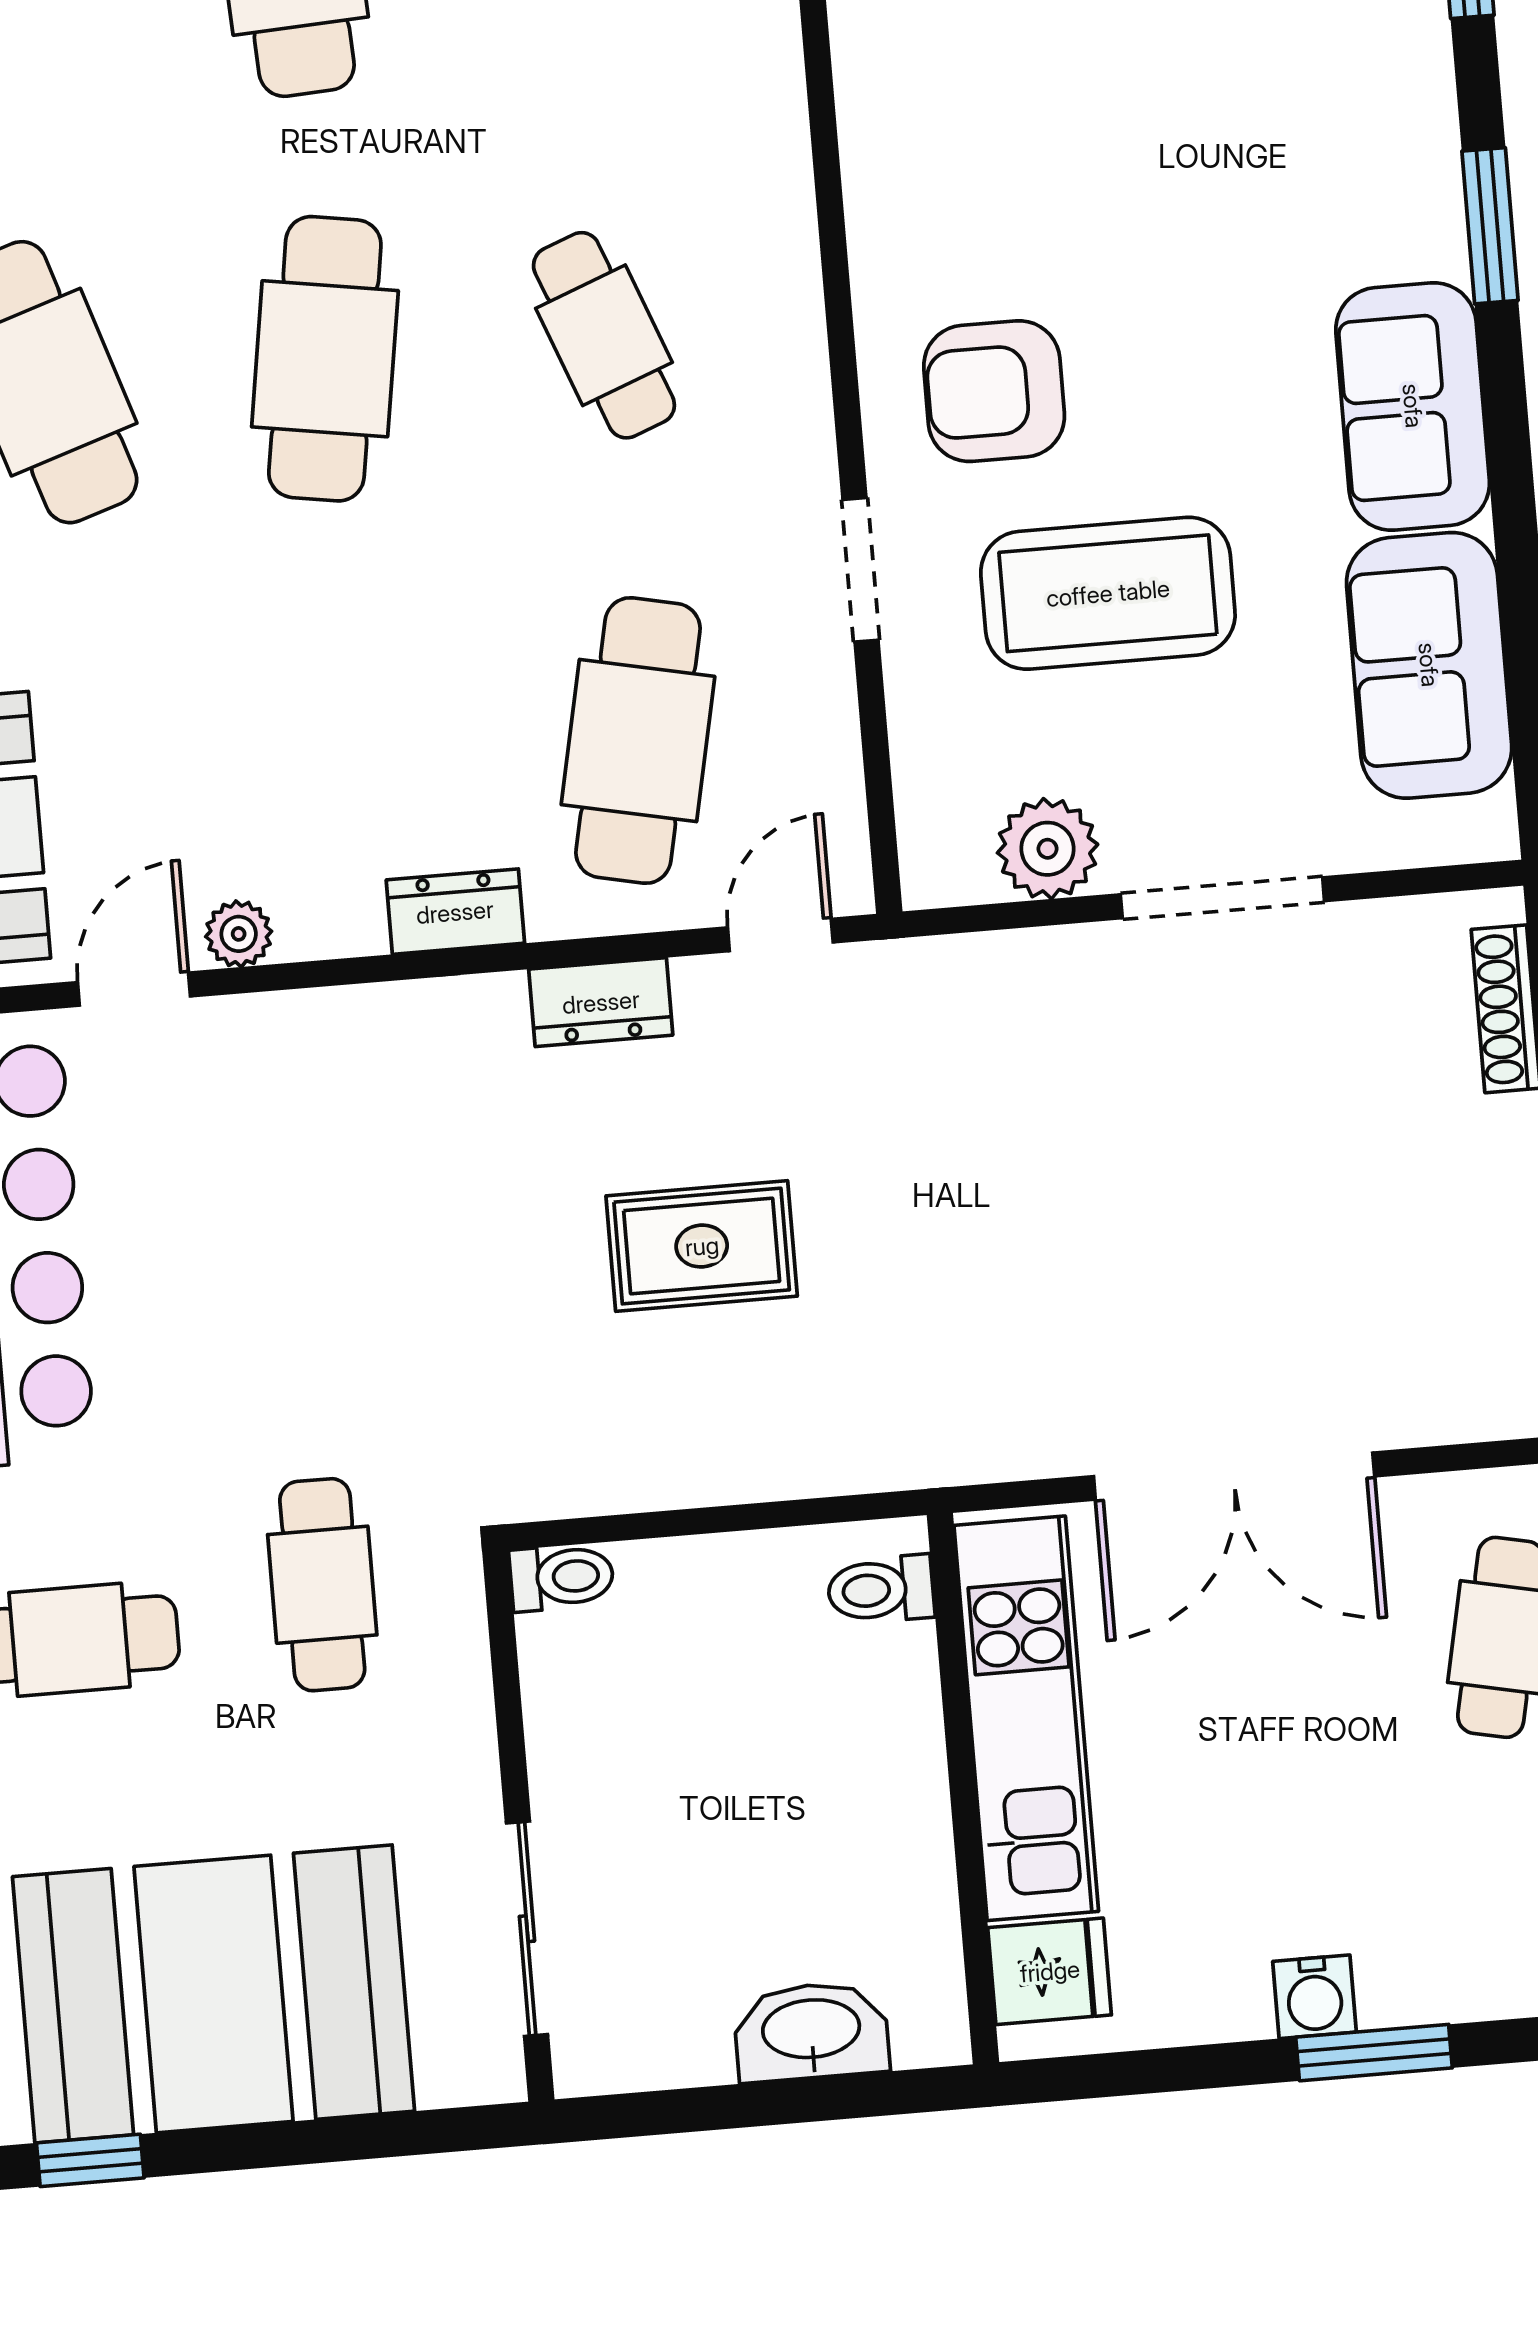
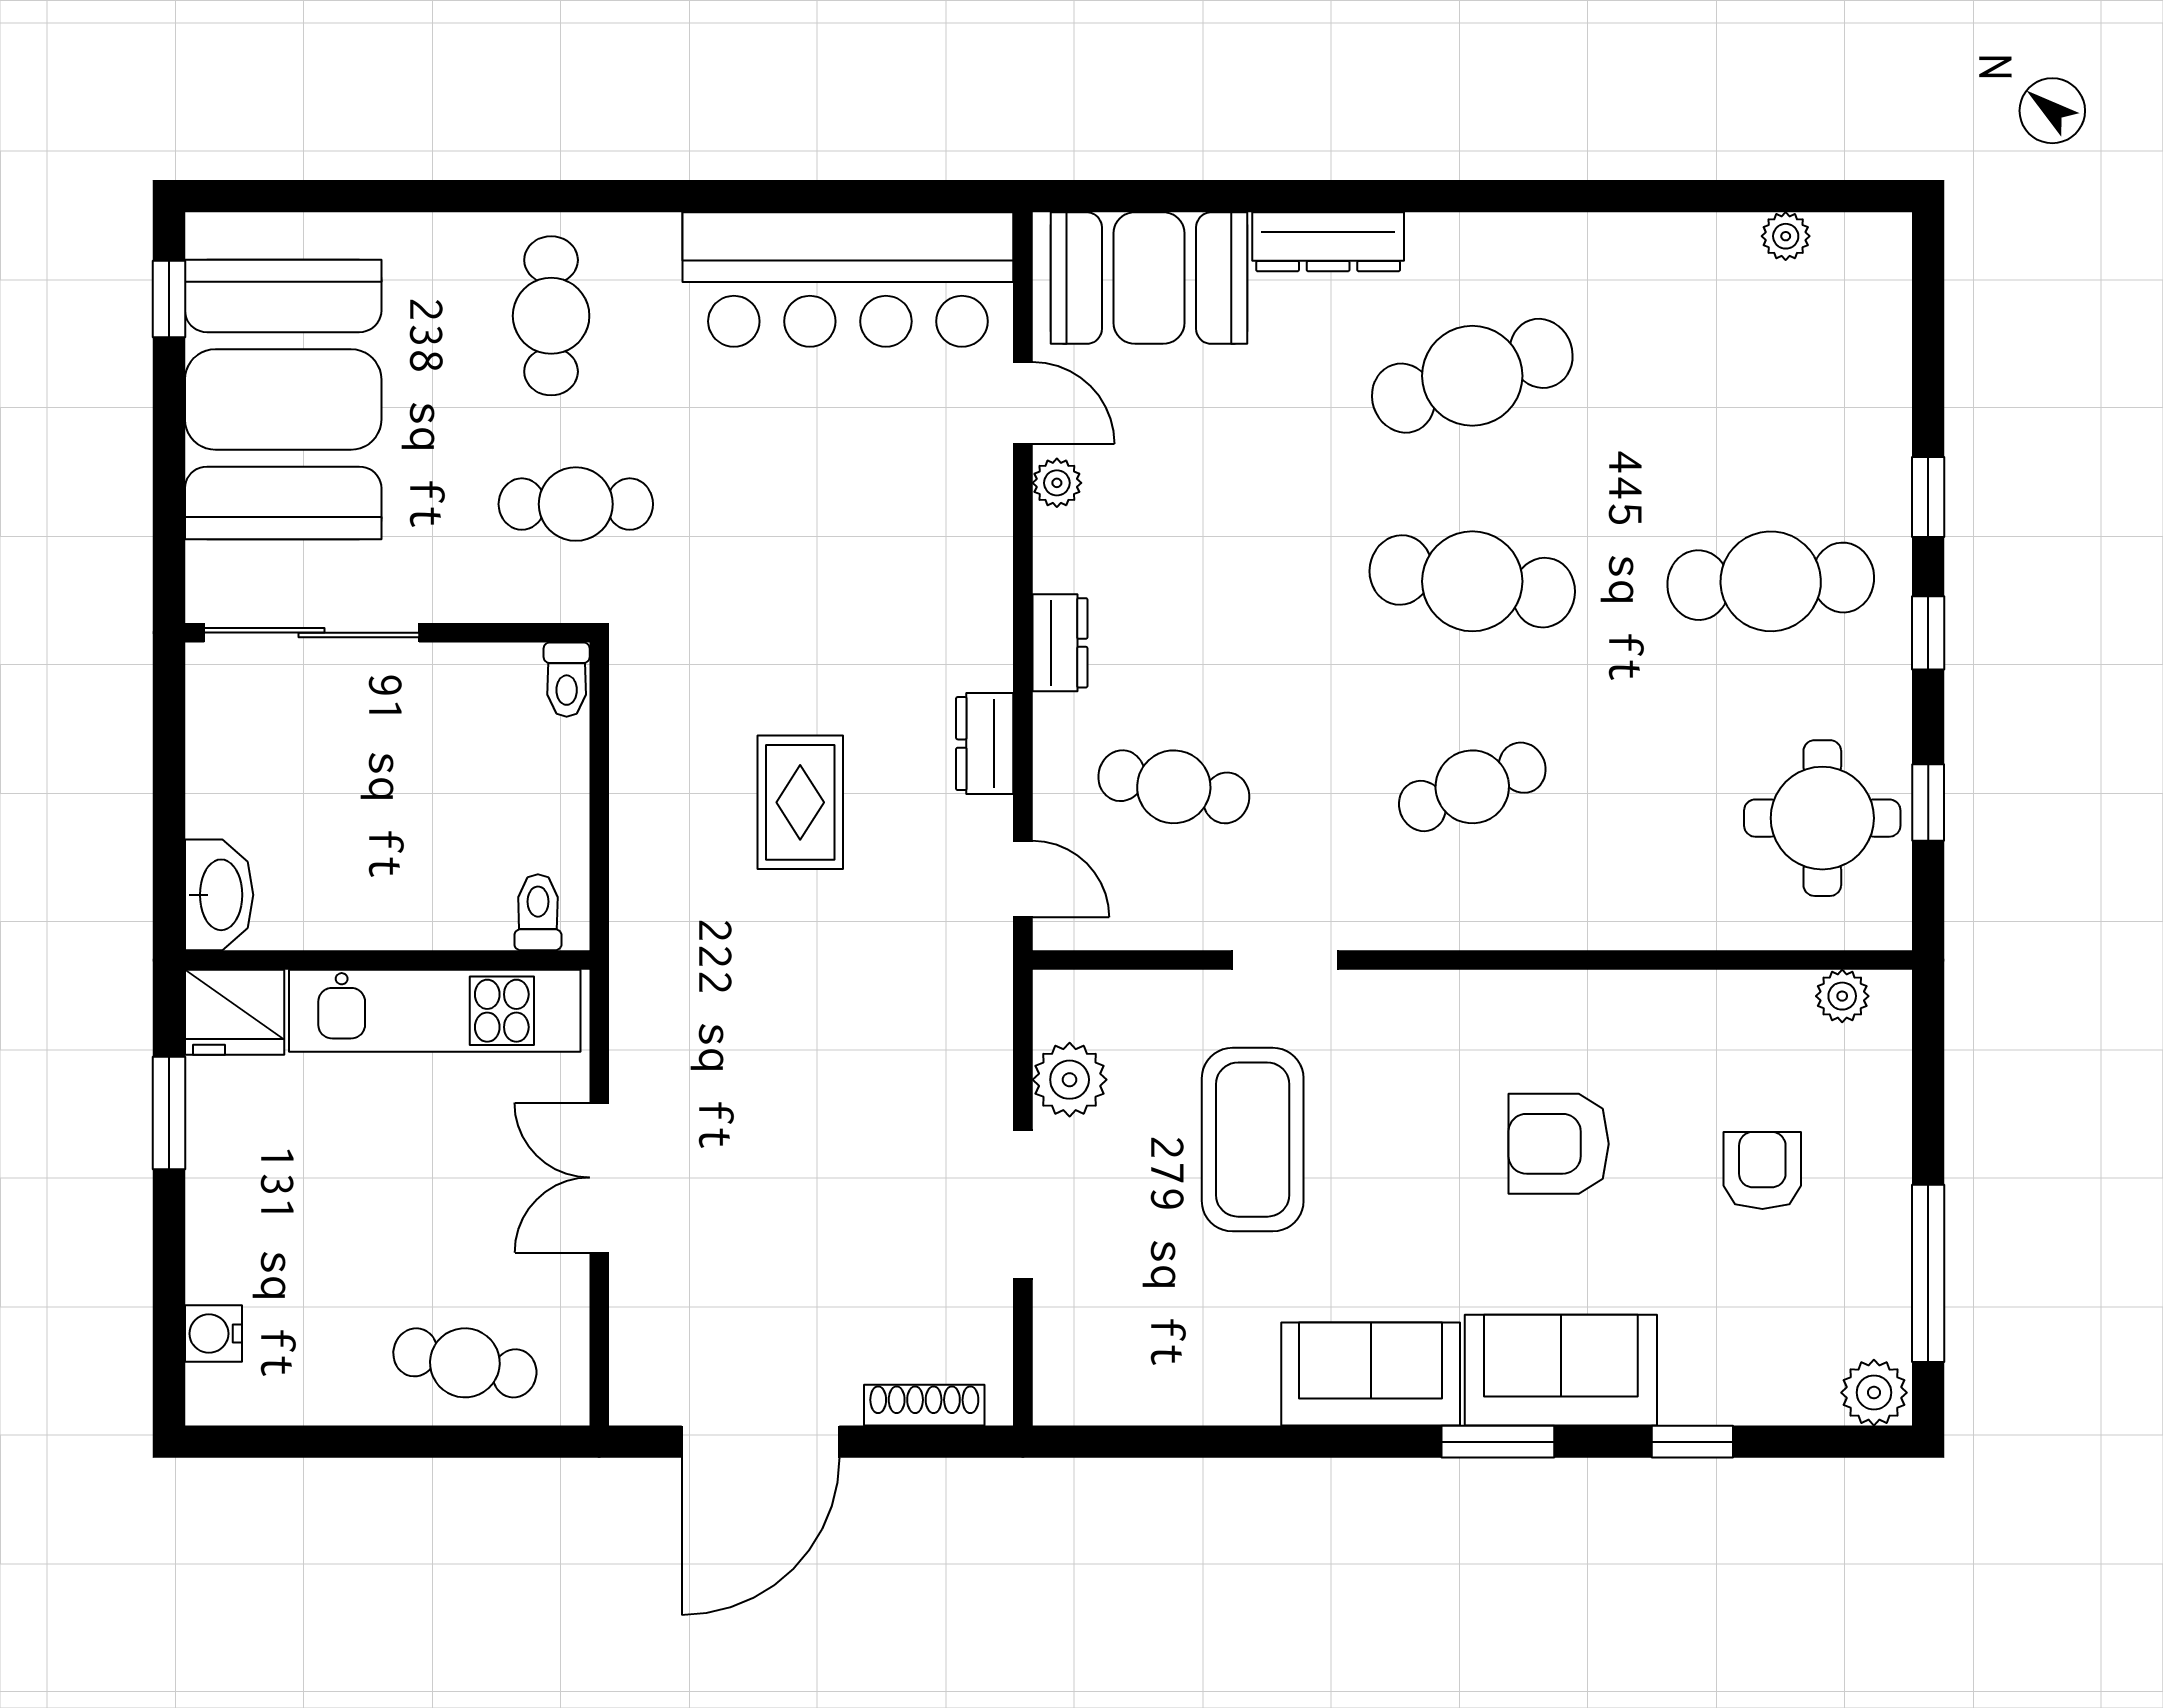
armchair: (994, 391) -> (1559, 1144), moved, turned -90
sofa: (1429, 665) -> (1561, 1370), moved
cafe table: (638, 741) -> (1174, 787), width x0.73, depth x0.74
double door: (1234, 1476) -> (599, 1178), width x0.73
sliding door: (527, 1929) -> (312, 633), width x1.37
fridge: (1050, 1971) -> (235, 1012), width x1.38
water cooler: (1315, 1997) -> (214, 1334), moved
washbasin: (811, 2031) -> (219, 895), moved
window: (1374, 2053) -> (169, 1113), moved

